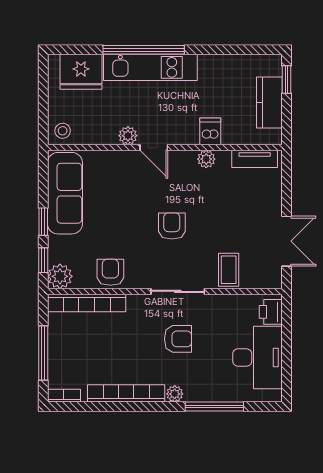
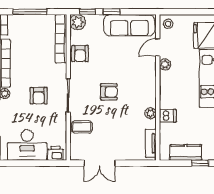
door: (154, 148) -> (158, 47), moved
armchair: (110, 272) -> (80, 54), turned 90

